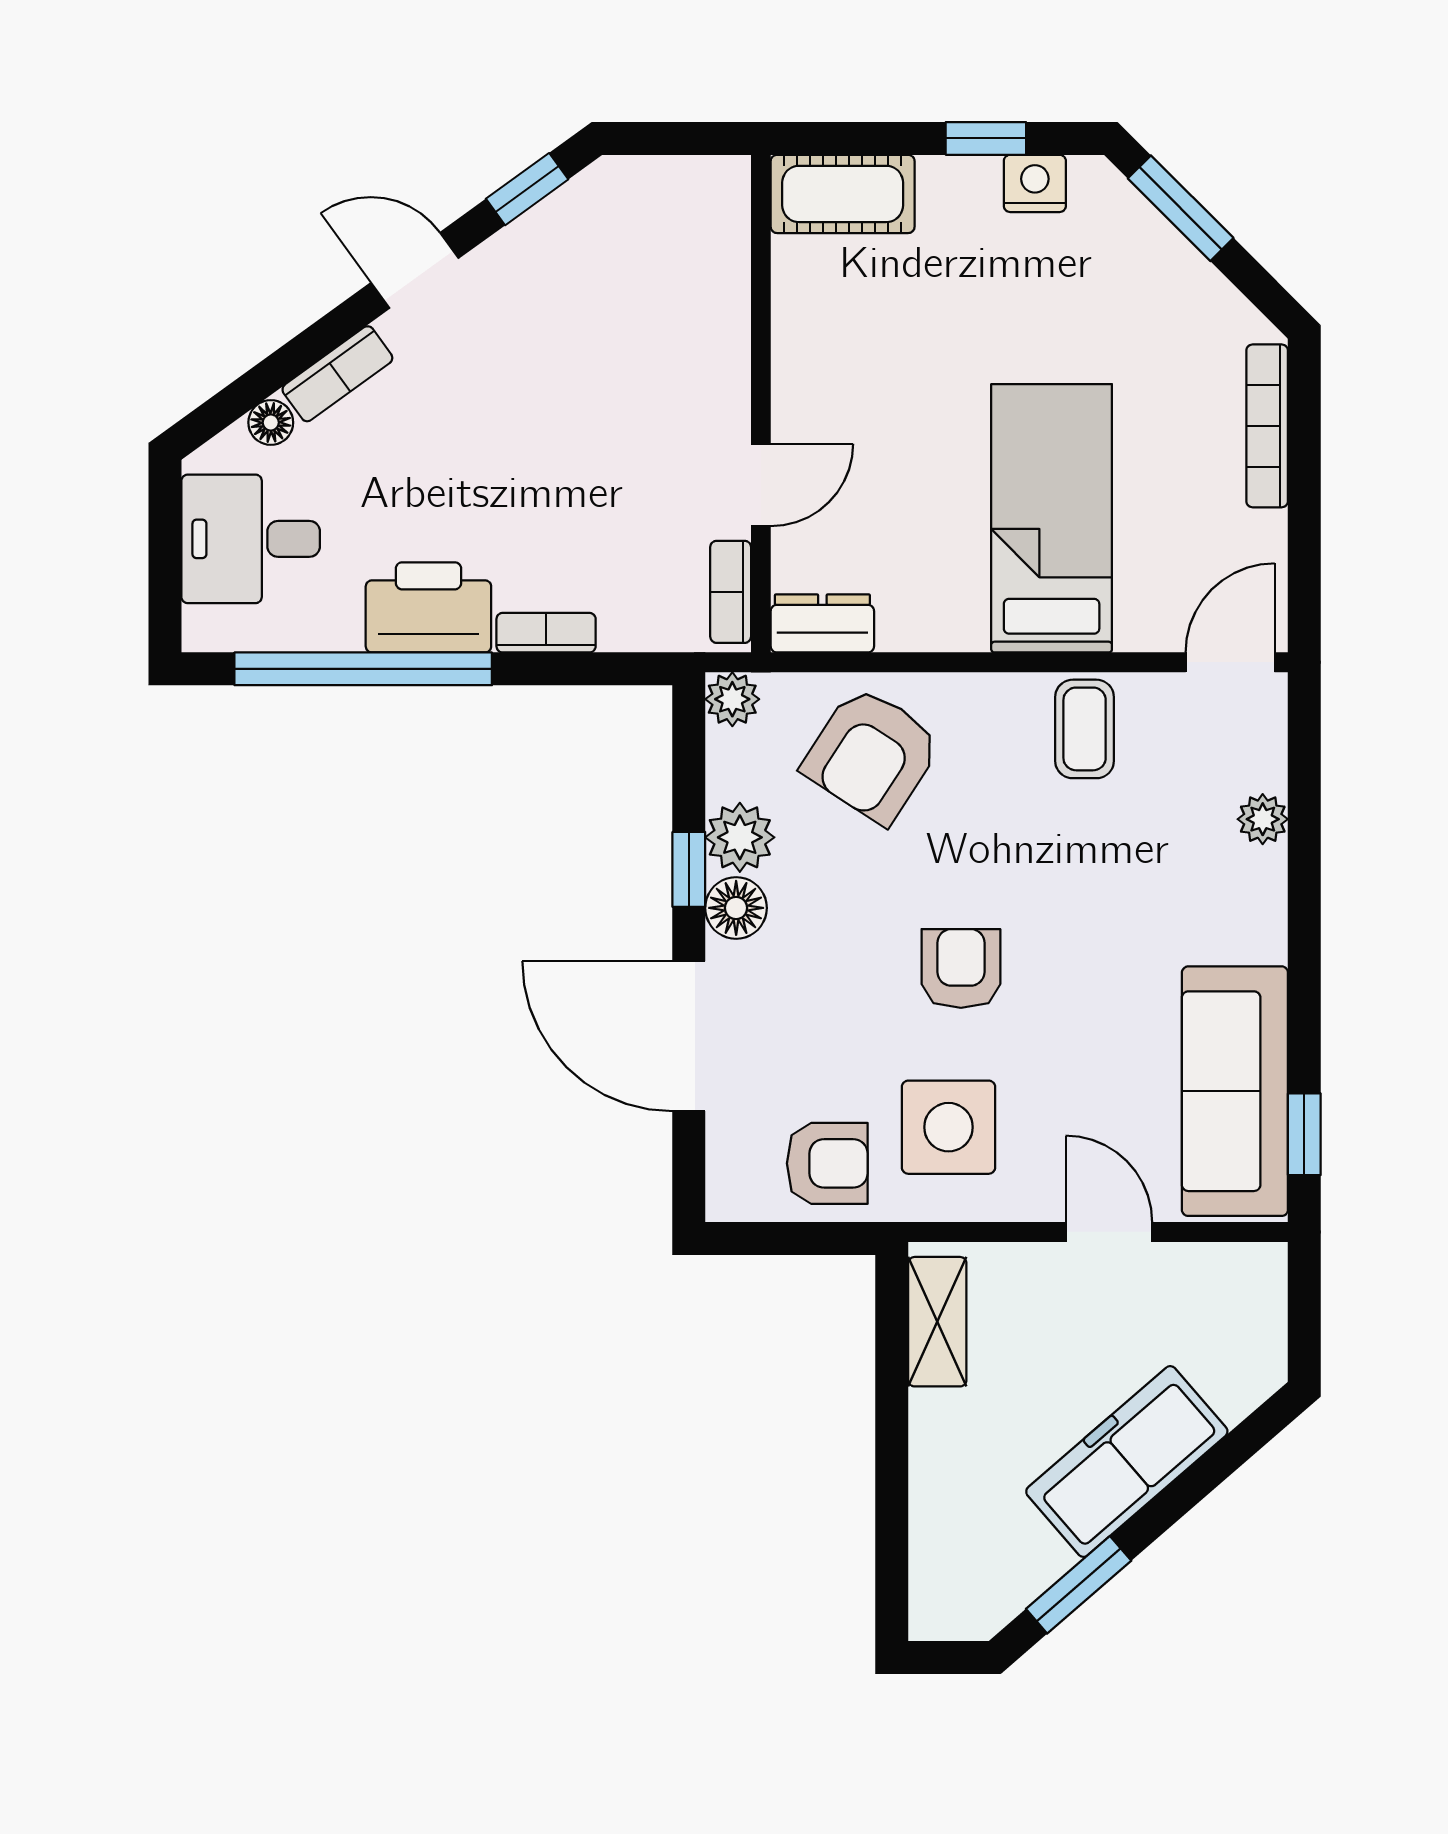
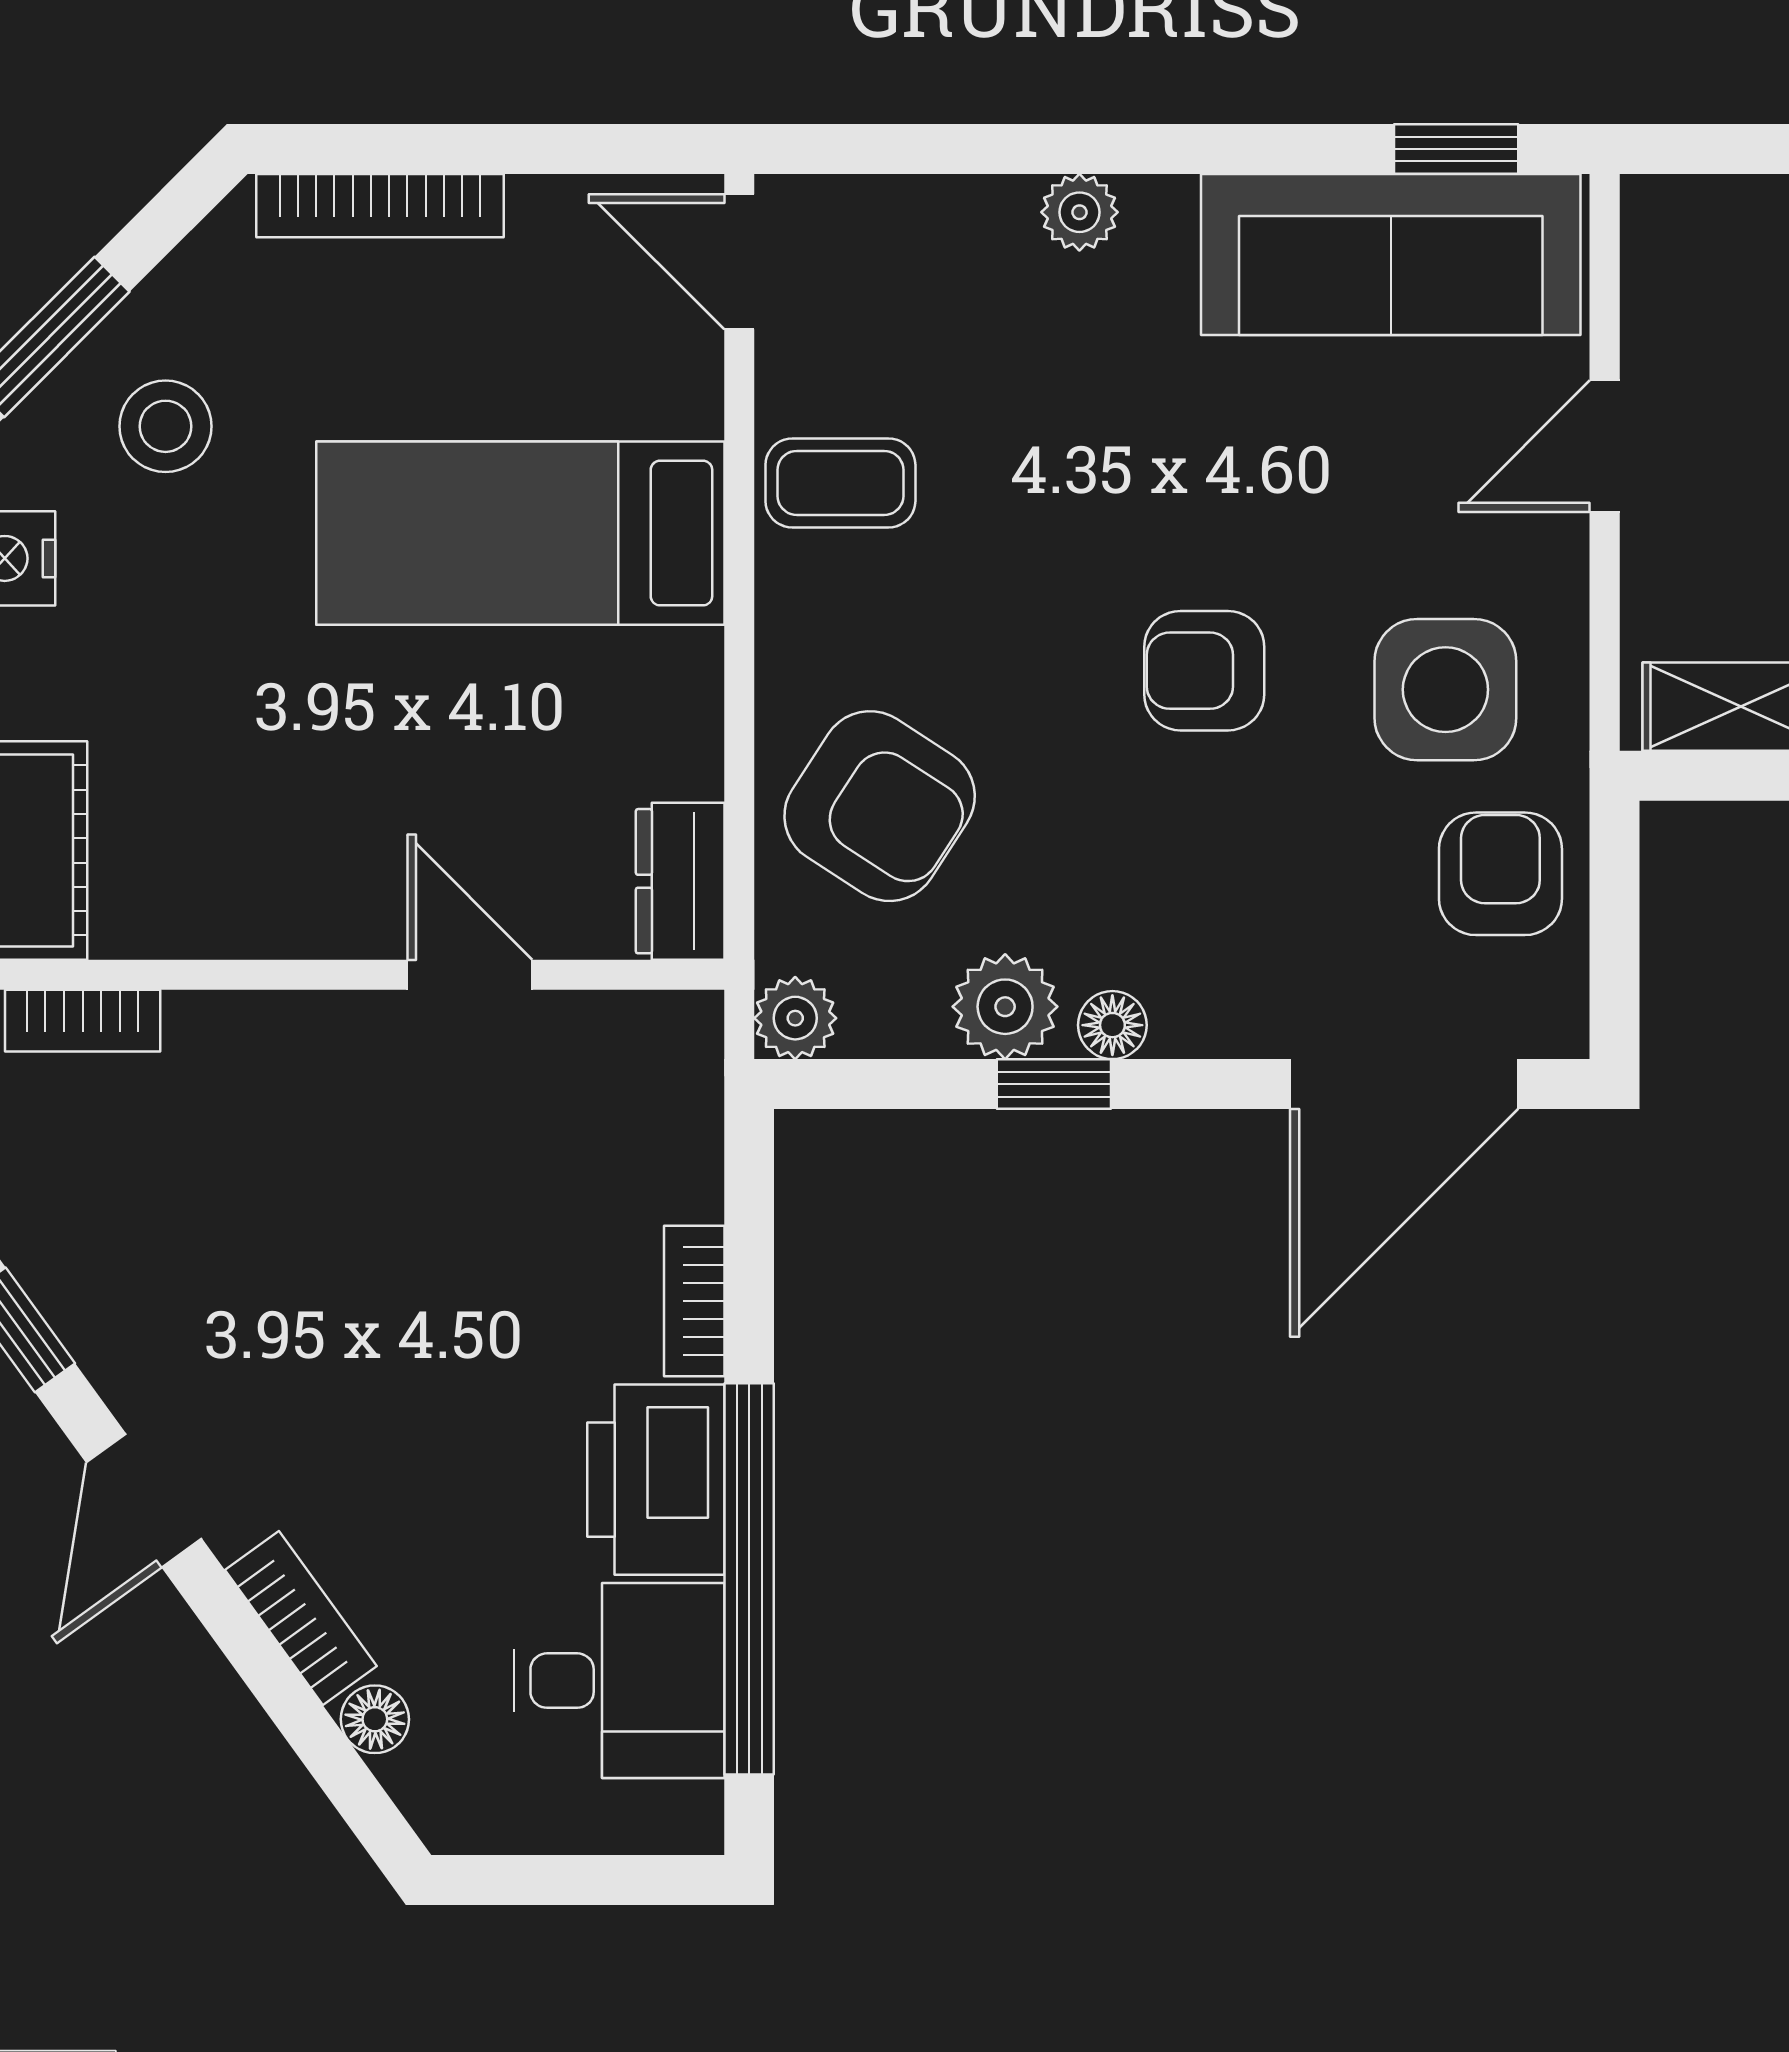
stool: (1122, 285) -> (166, 426), added
desk: (251, 539) -> (619, 1681), moved, turned -90
bookcase: (731, 592) -> (83, 1021), moved
plant: (1263, 819) -> (1079, 212), moved
floor lamp: (736, 908) -> (1112, 1025), width x0.73, depth x0.73
door: (689, 1036) -> (1404, 1084), moved

